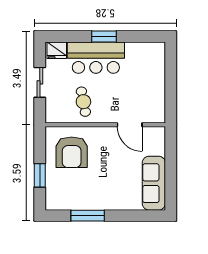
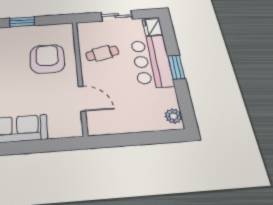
plant: (153, 49) -> (173, 116), added
door: (130, 125) -> (82, 99), swing flipped
armchair: (72, 152) -> (47, 59), moved, turned 90

